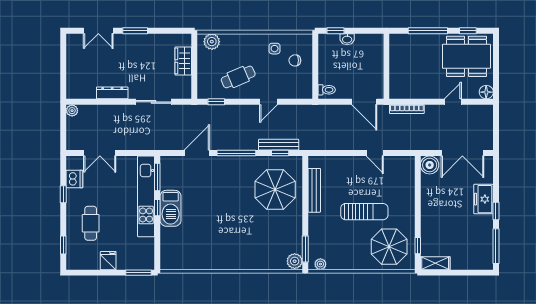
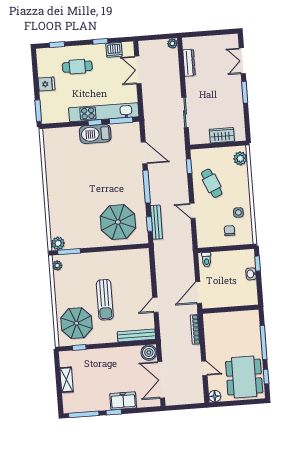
dresser: (112, 93) -> (189, 63), moved
bench: (314, 190) -> (136, 335), moved
shelving: (435, 263) -> (66, 380), moved

